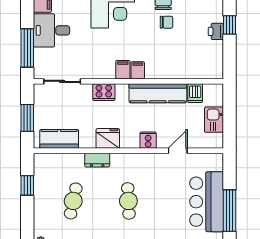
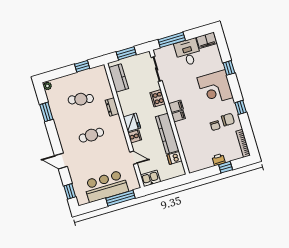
kitchen sink: (214, 120) -> (150, 178), moved
fridge: (108, 138) -> (132, 122), moved
window: (229, 211) -> (121, 198), moved

